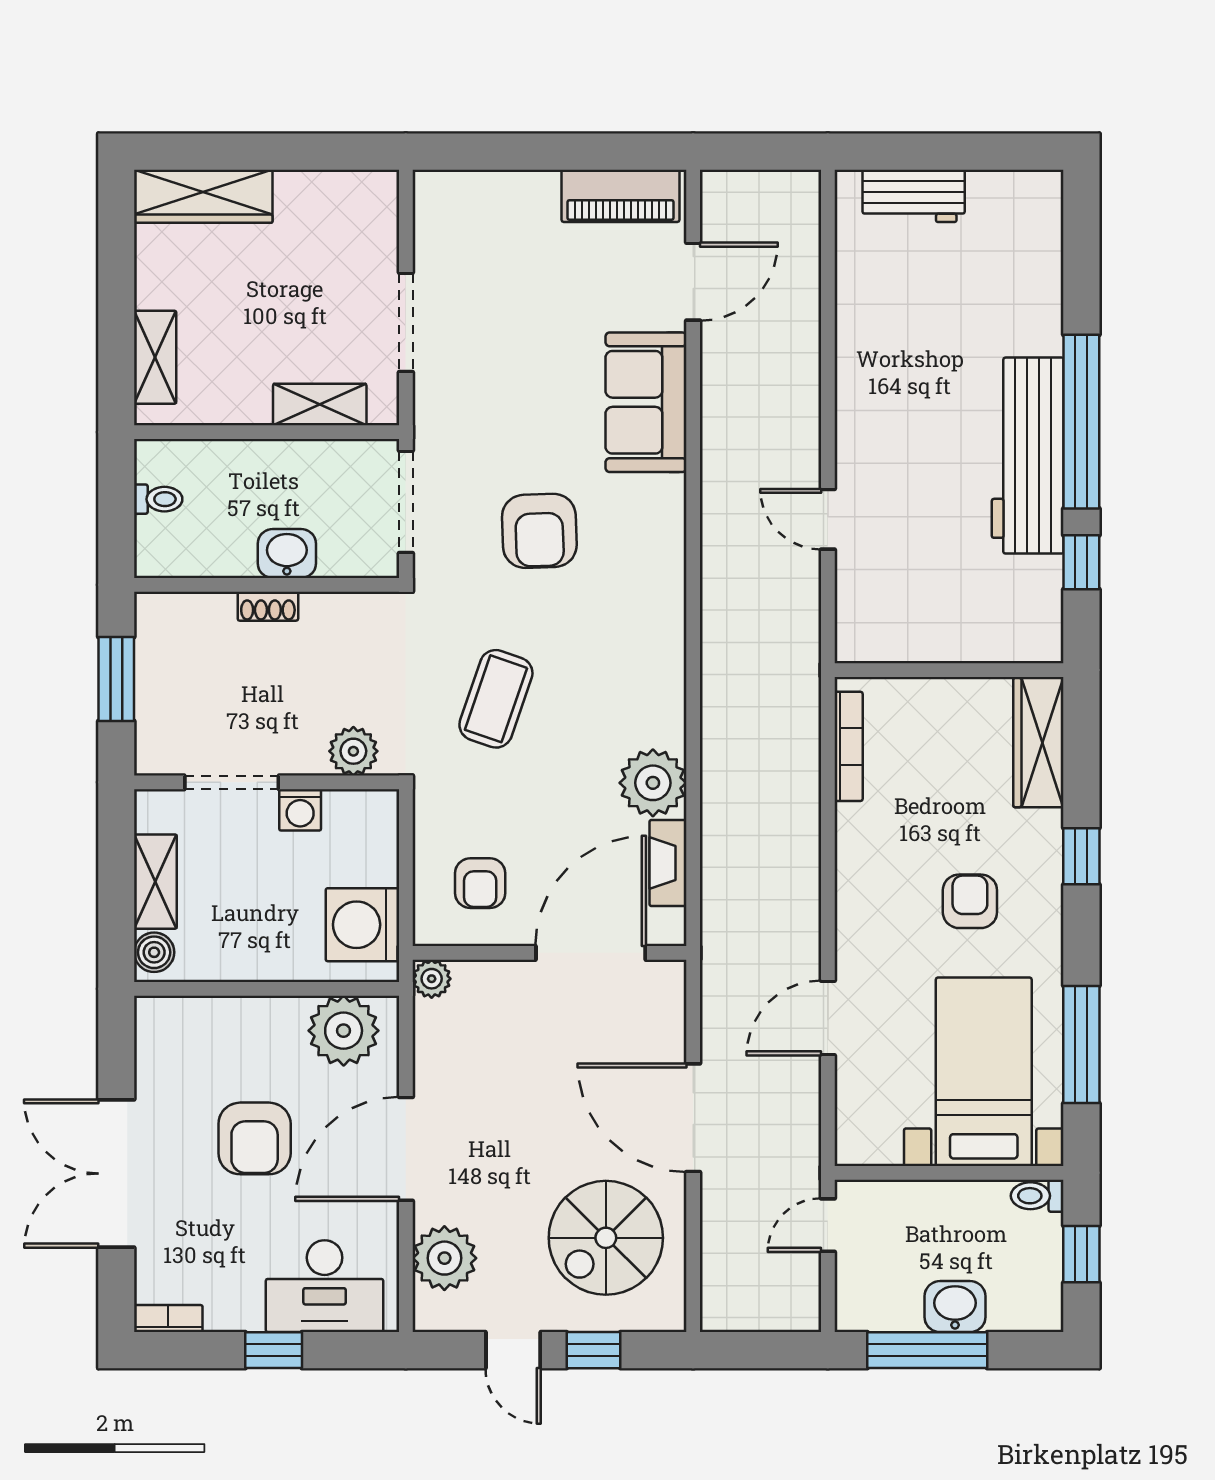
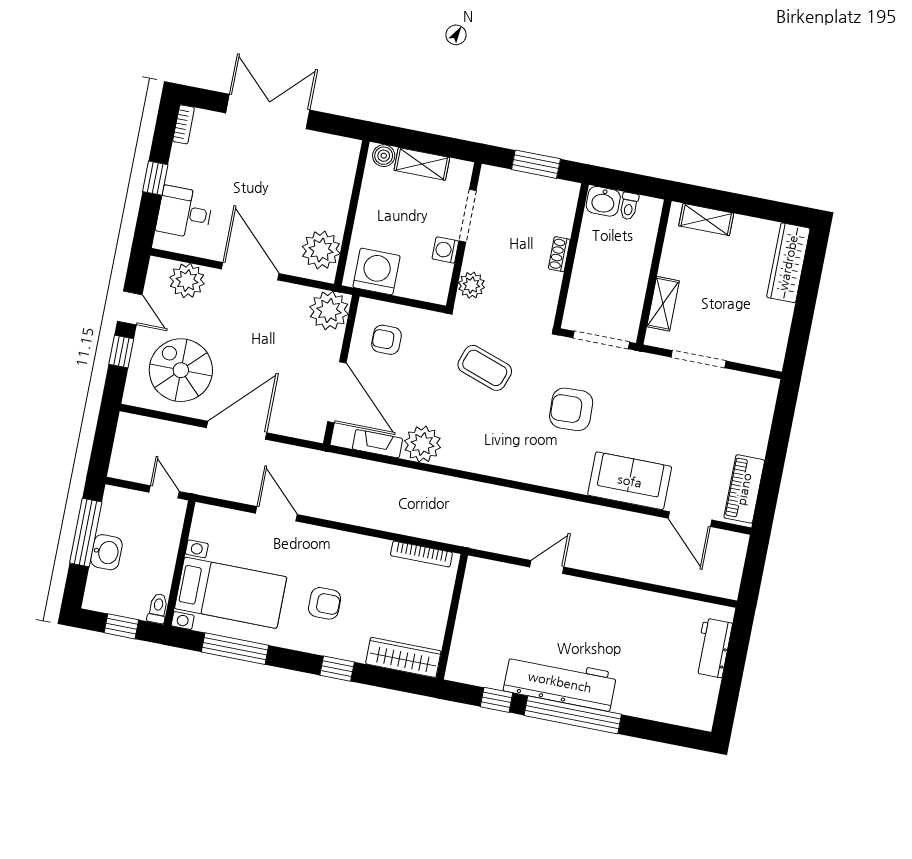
washbasin: (287, 554) -> (603, 201), moved, turned 90
plant: (432, 979) -> (329, 311), width x1.88, depth x1.88
armchair: (255, 1138) -> (272, 190), removed
desk: (325, 1286) -> (185, 213), width x0.73
door: (513, 1350) -> (130, 308), swing flipped

